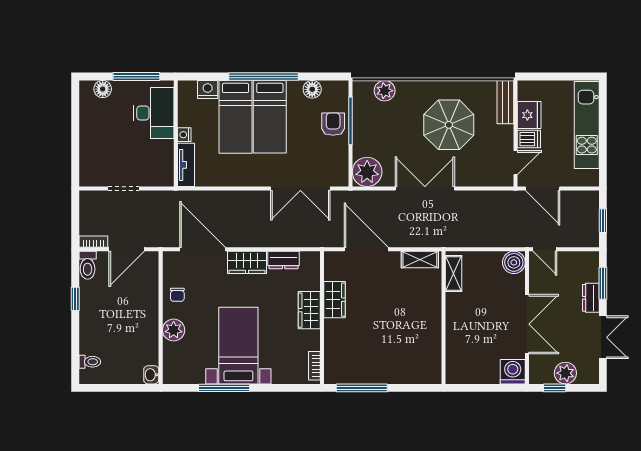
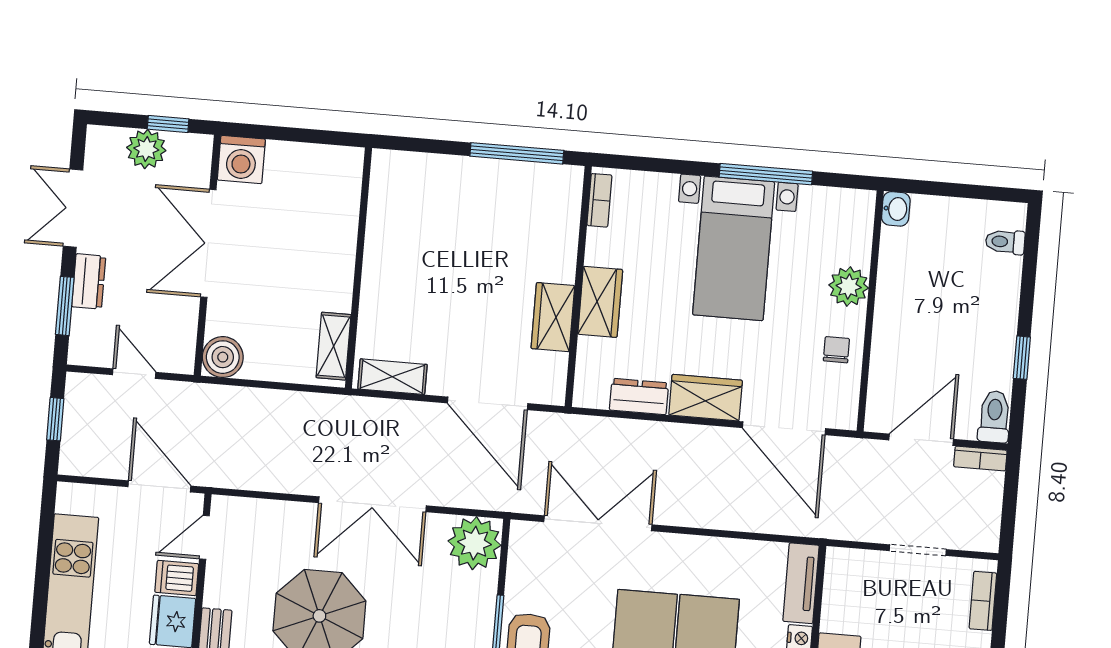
bookcase: (85, 164) -> (983, 601), added
door: (545, 249) -> (134, 374), moved

